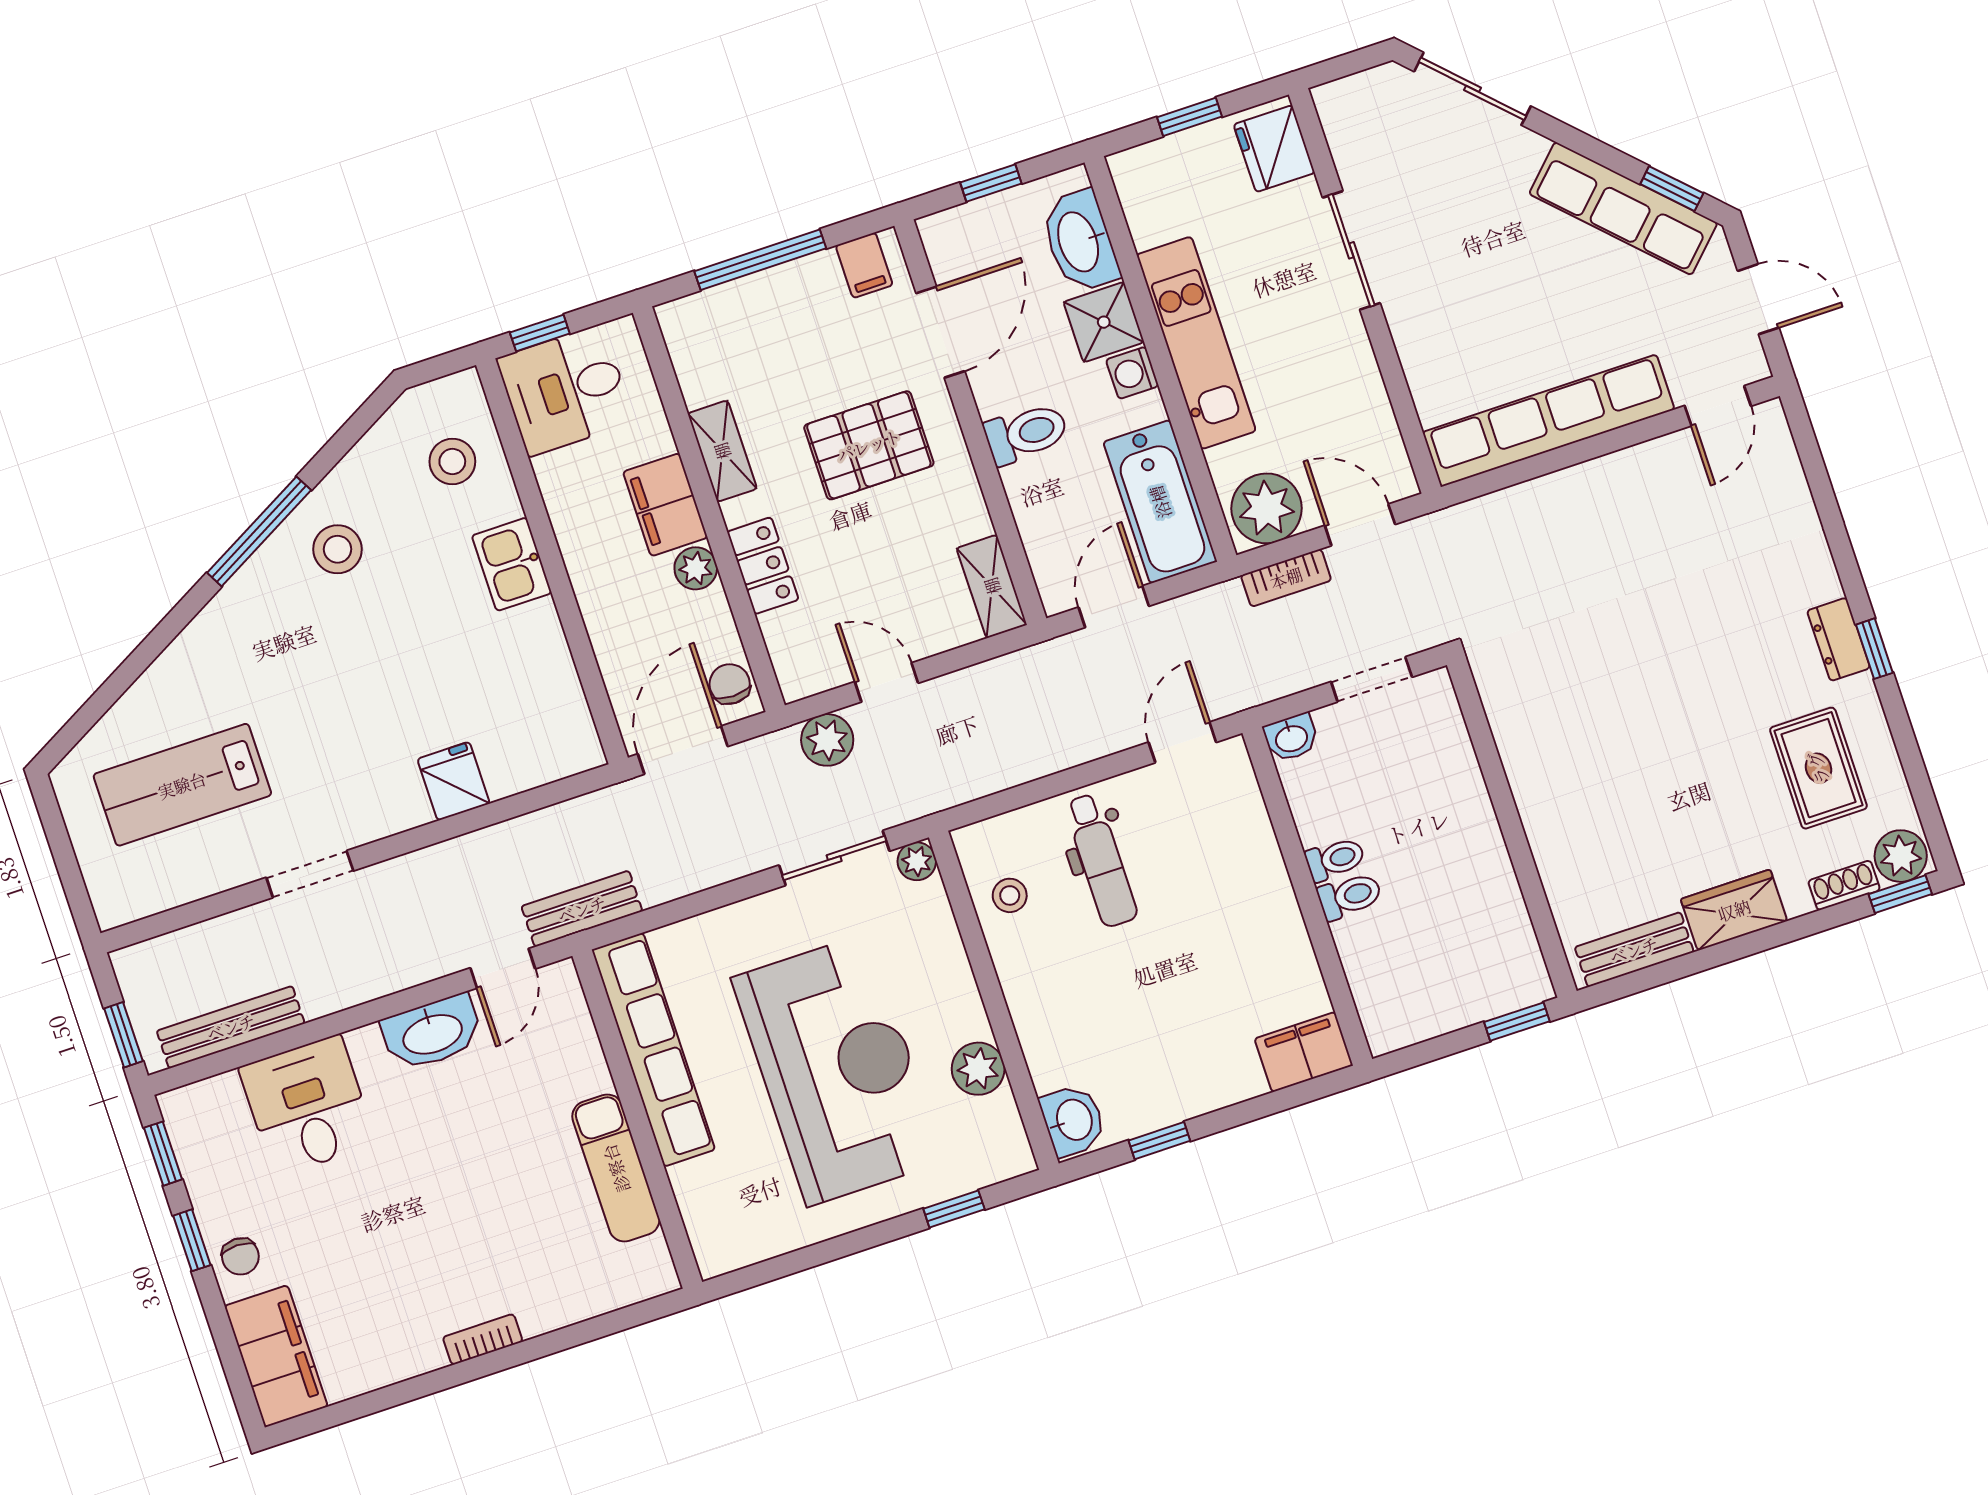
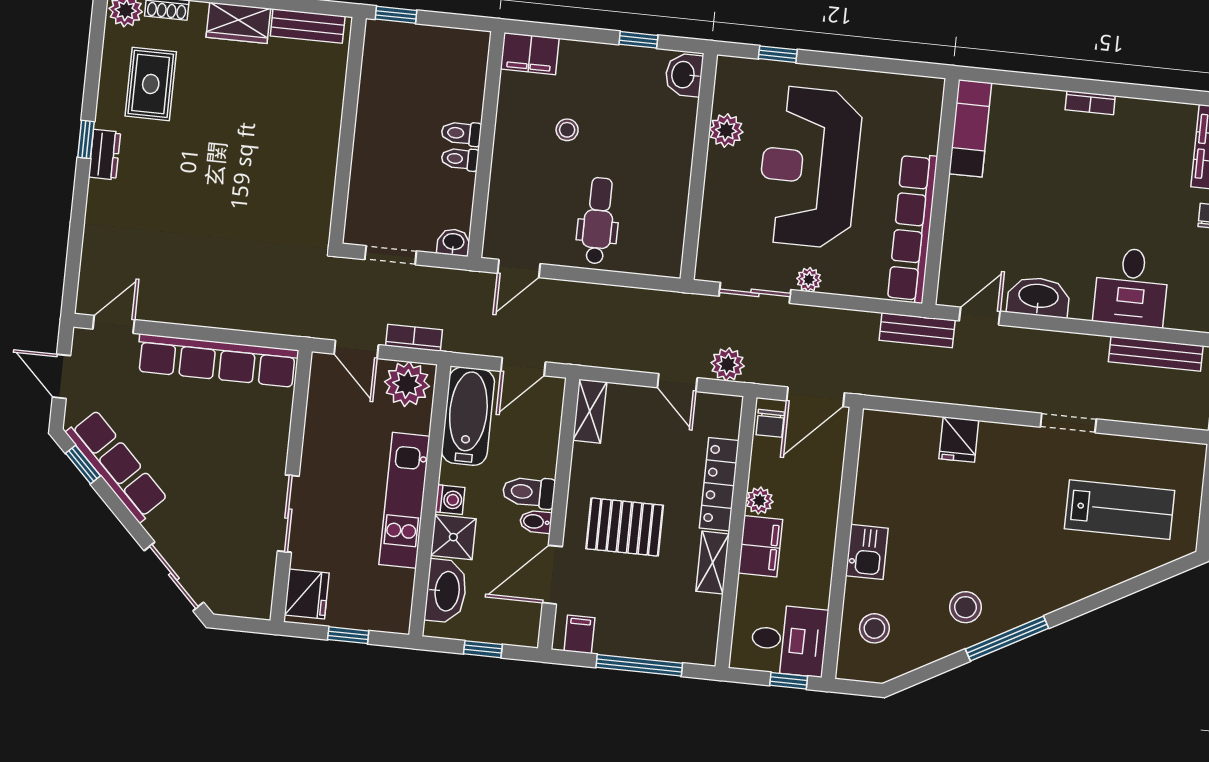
bidet: (998, 396) -> (536, 522), added
locker: (763, 566) -> (719, 484), width x1.53
plant: (917, 861) -> (809, 280), moved
stool: (1010, 895) -> (567, 130), moved
exam couch: (616, 1168) -> (970, 128), moved

